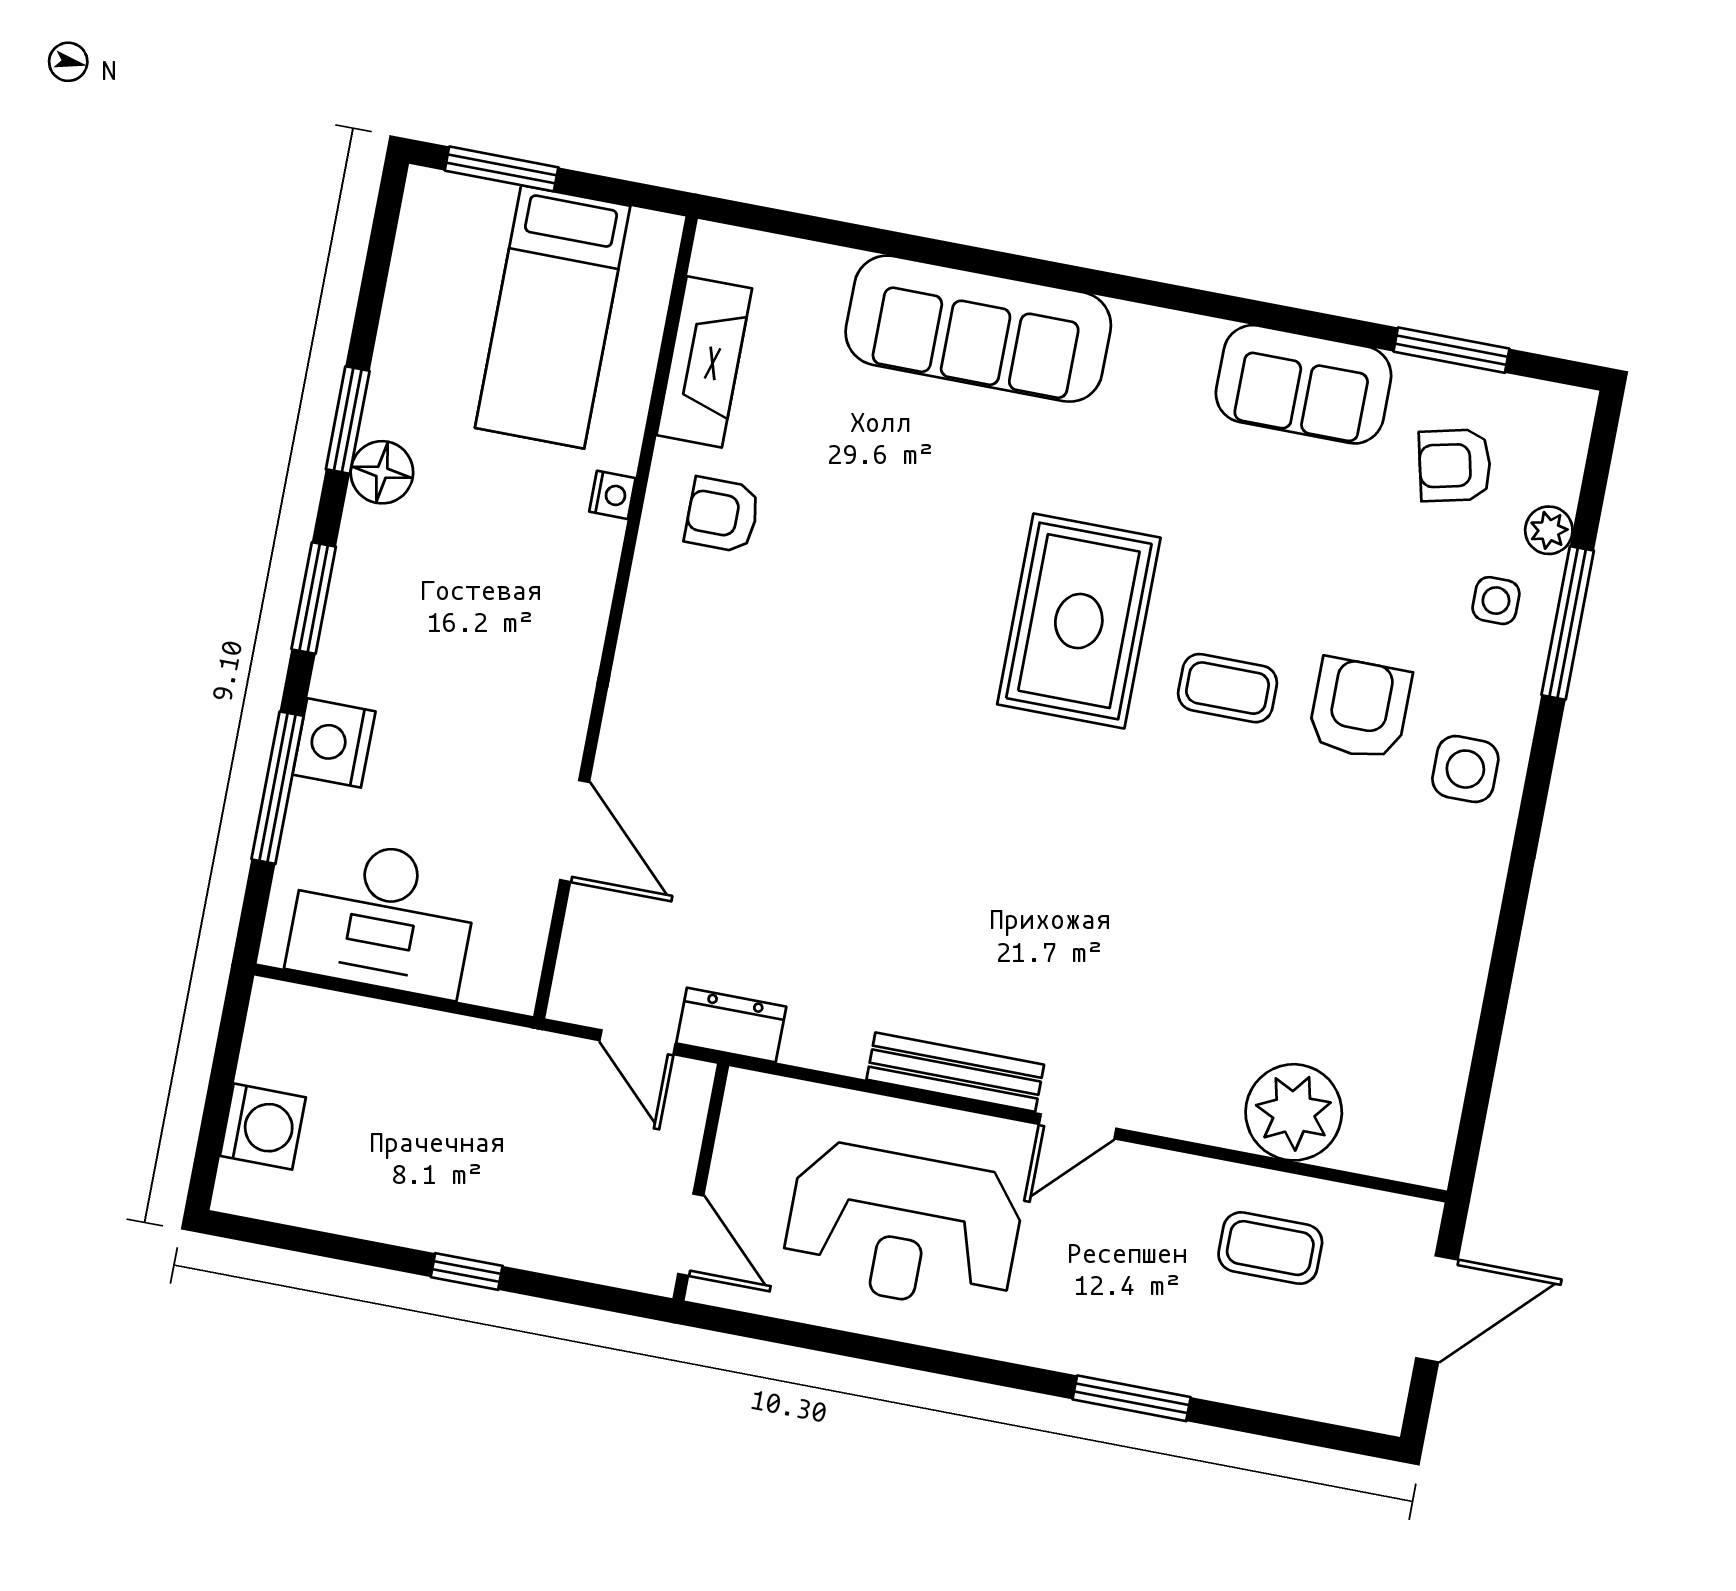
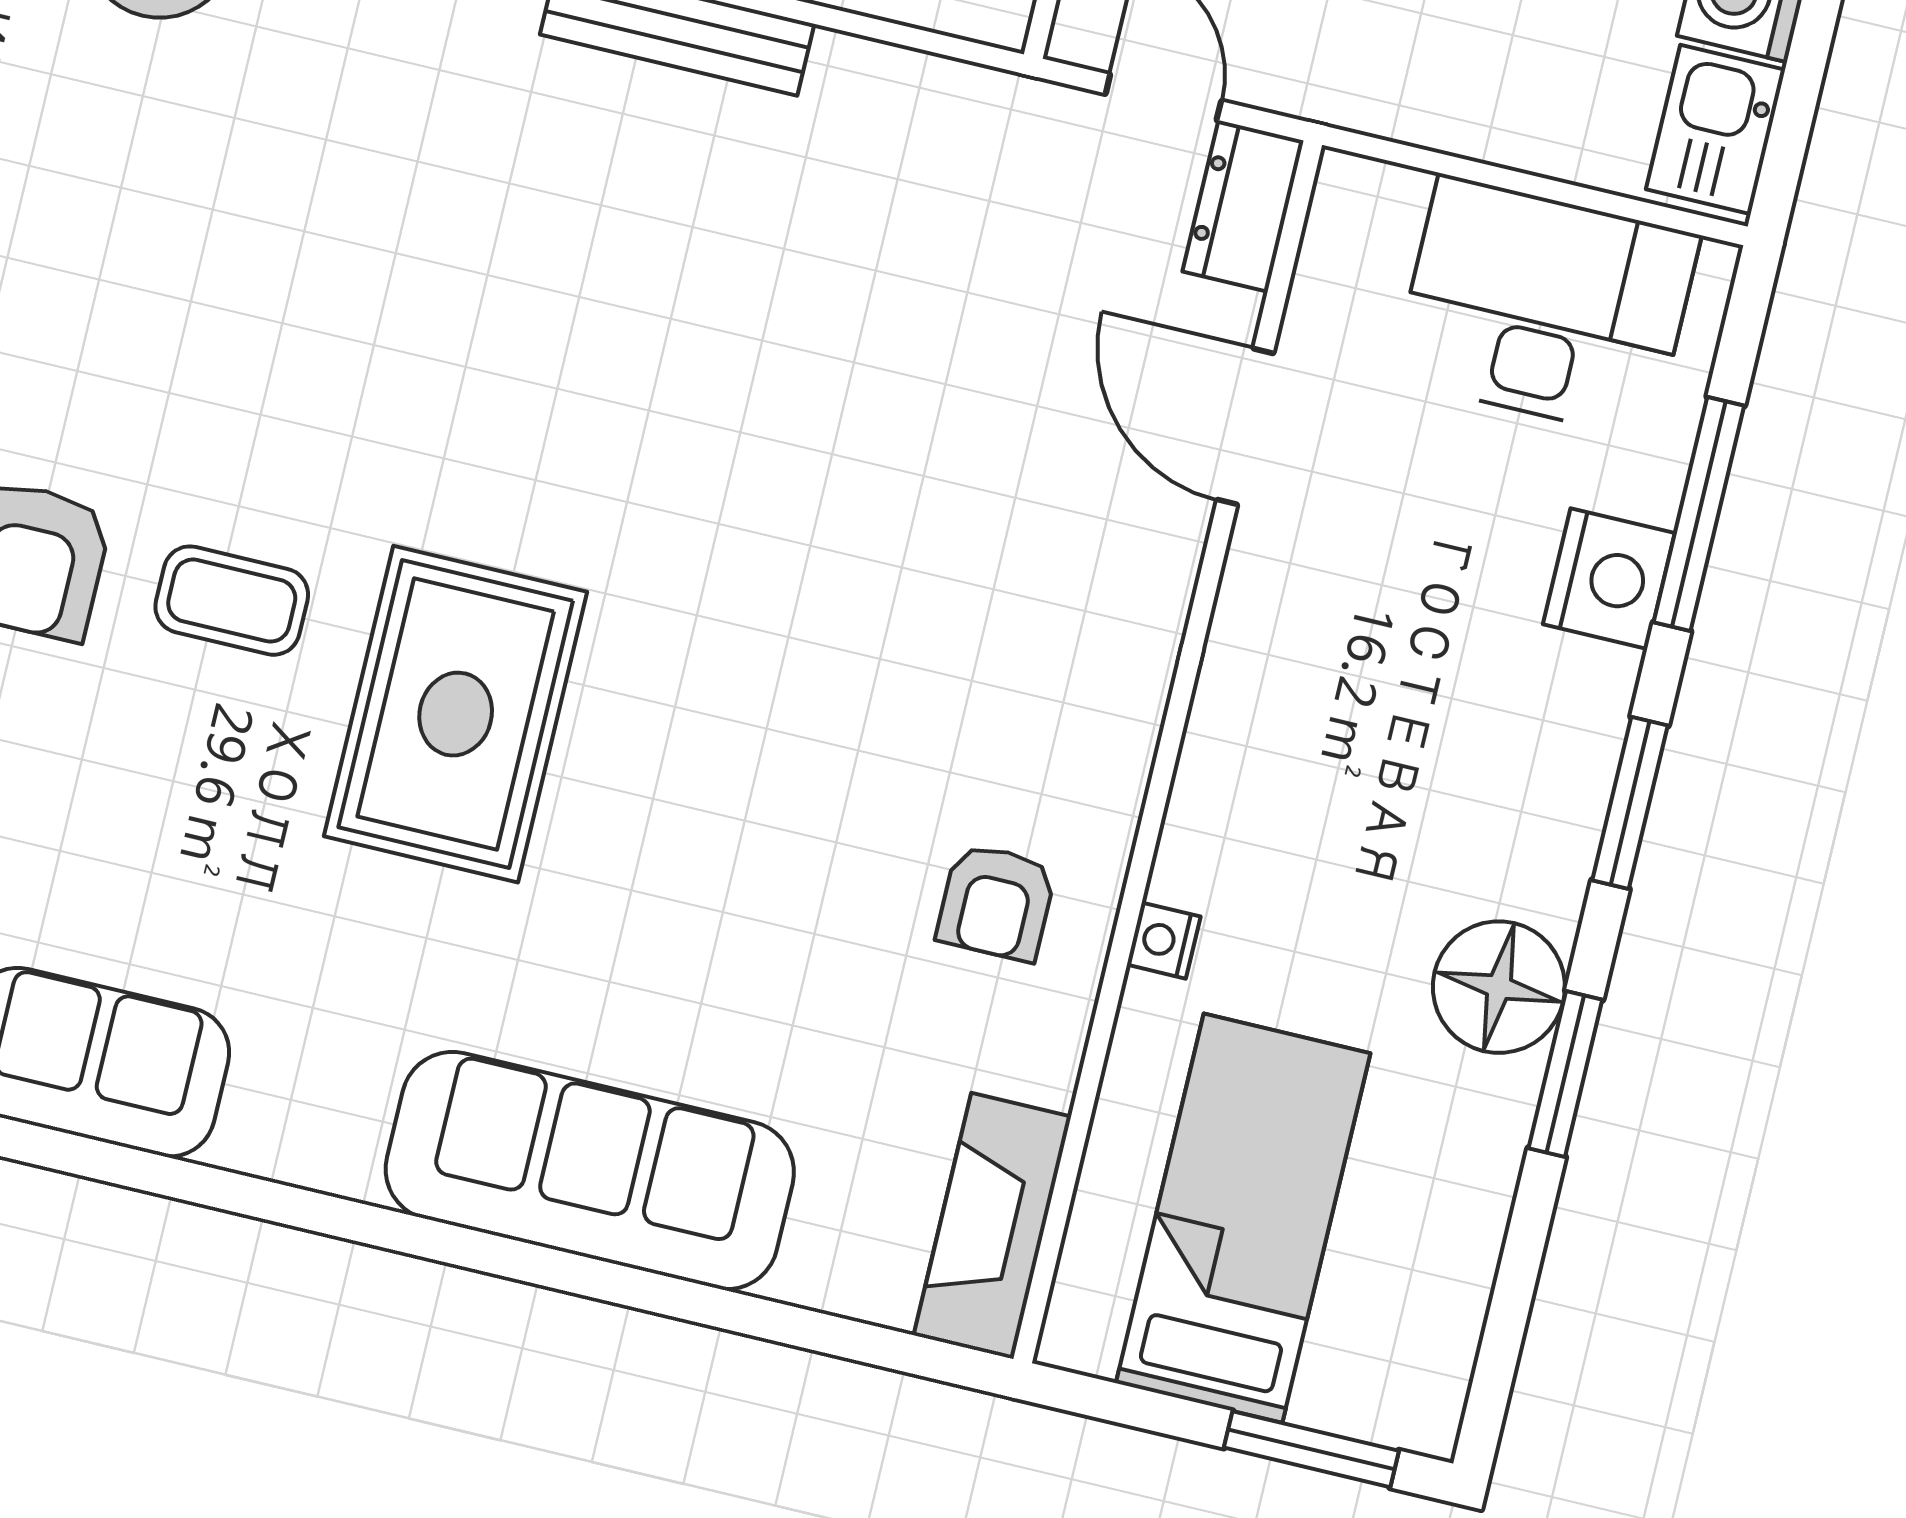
fireplace: (704, 362) -> (992, 1226), moved
floor lamp: (382, 472) -> (1499, 987), width x1.38, depth x1.38
armchair: (722, 515) -> (996, 902), turned 90
dresser: (731, 1025) -> (1243, 206), moved, turned 90
kitchen sink: (278, 1038) -> (1716, 129), added

